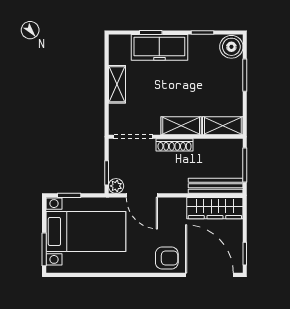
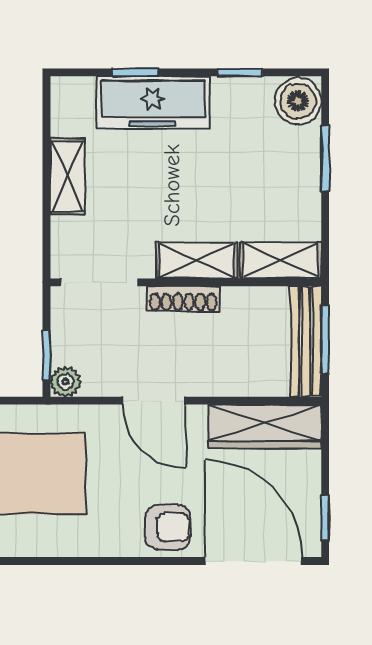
bench: (216, 186) -> (306, 341), moved, turned 90
door: (142, 195) -> (154, 401), moved

